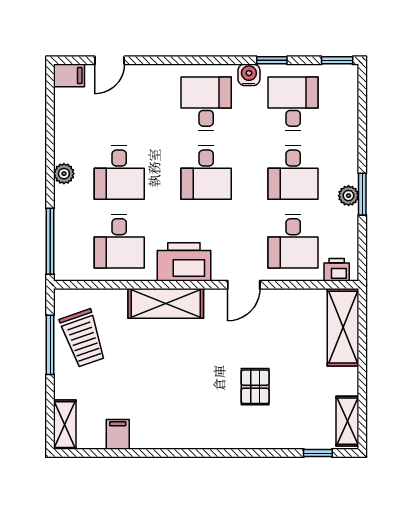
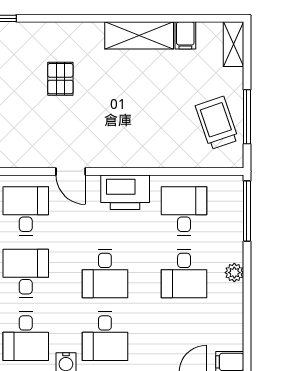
desk: (119, 173) -> (184, 274), turned 180
desk: (206, 173) -> (105, 274), turned 180
door: (244, 285) -> (71, 171), swing flipped
shelving: (166, 303) -> (139, 35), moved

